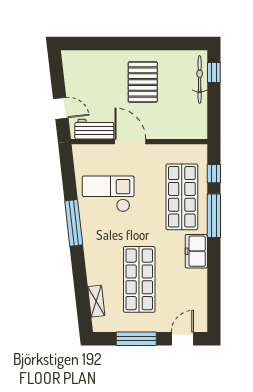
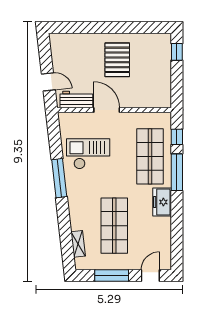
bicycle: (200, 79) -> (165, 58), removed

